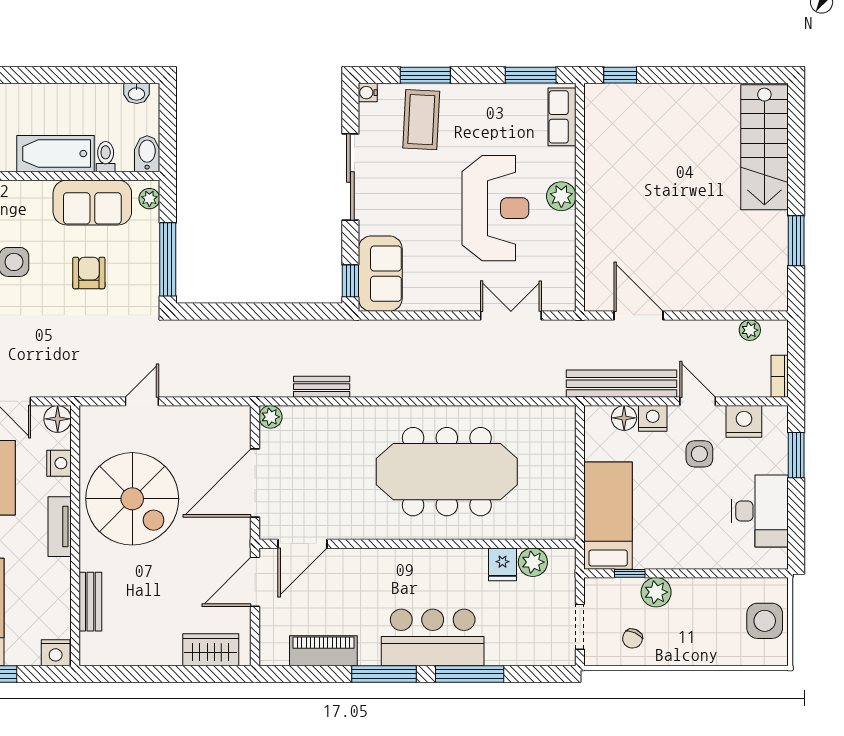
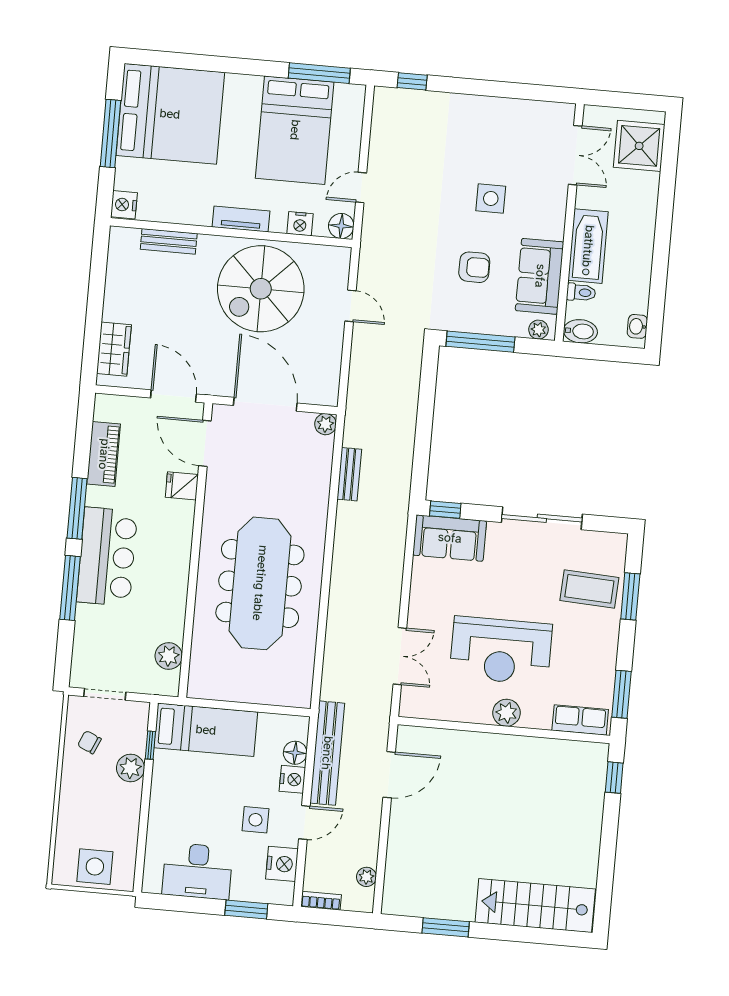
water cooler: (368, 93) -> (619, 541), removed
fridge: (502, 564) -> (182, 486), moved

